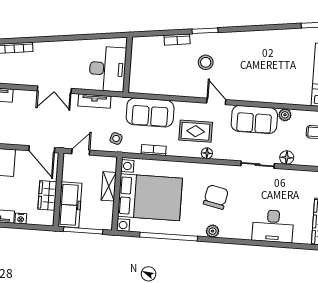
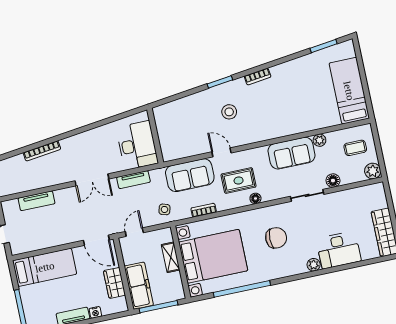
bookcase: (177, 40) -> (258, 77), moved
door: (216, 101) -> (222, 152), moved
chair: (216, 197) -> (276, 238), turned 78
plant: (213, 231) -> (314, 265), moved

